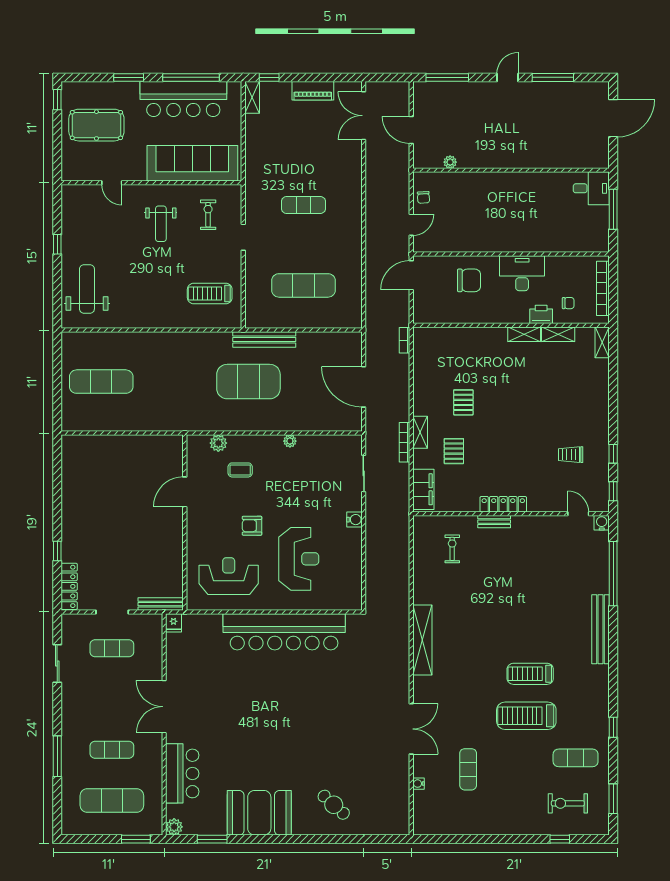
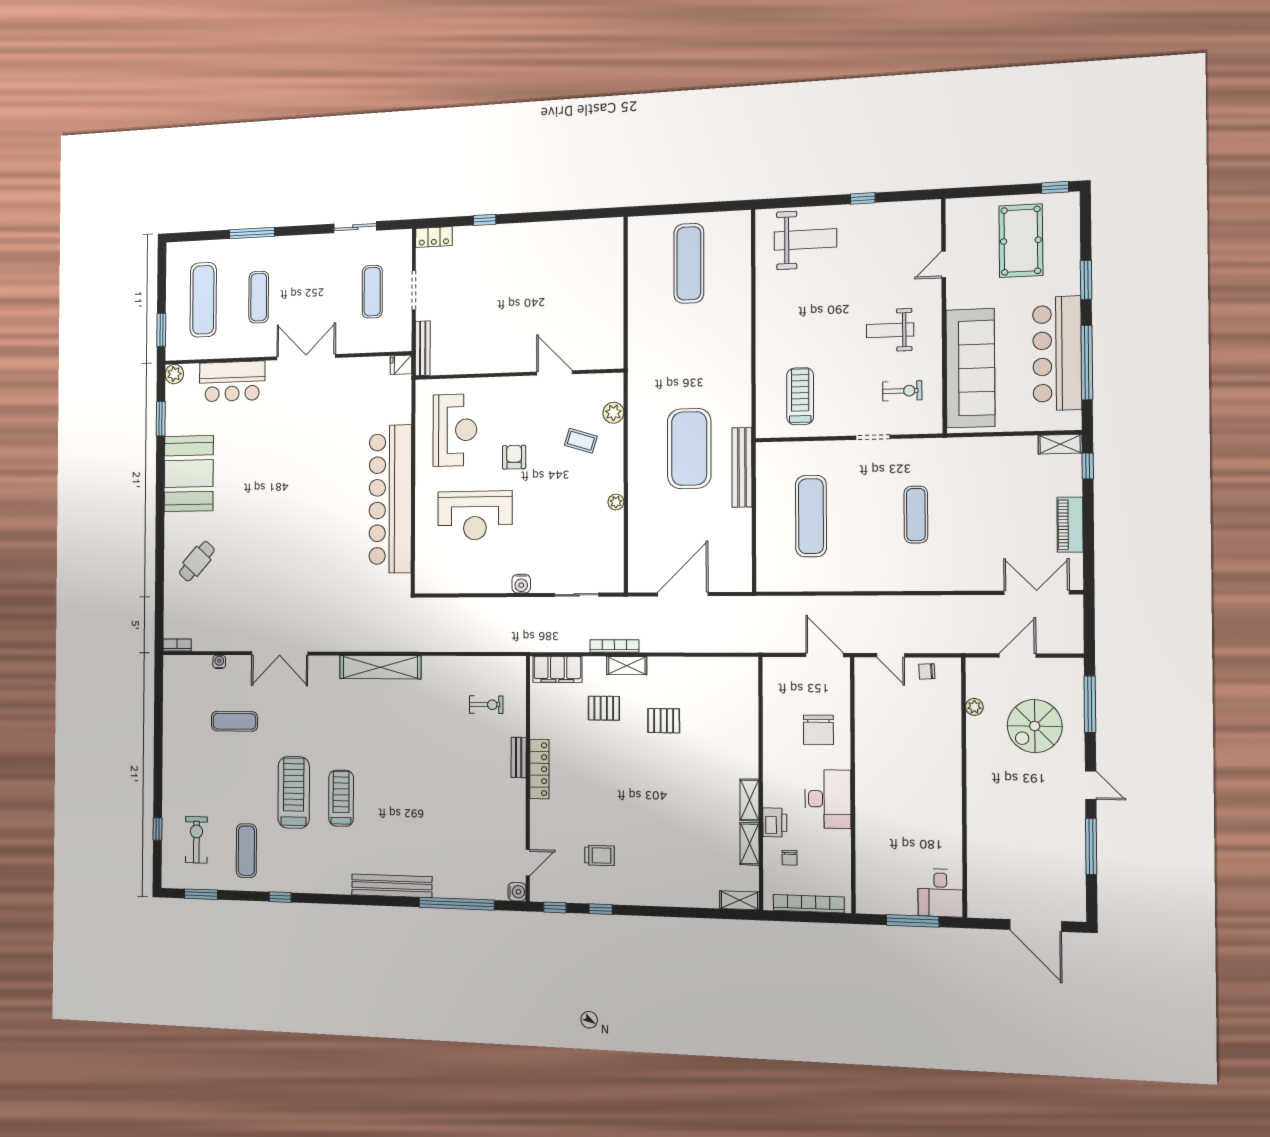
spiral stairs: (464, 118) -> (1035, 726), added
bookcase: (404, 340) -> (177, 645), moved
trolley: (571, 455) -> (600, 855), turned 90
coffee table: (240, 470) -> (581, 441), turned -73
locker: (69, 586) -> (434, 237), width x0.66

